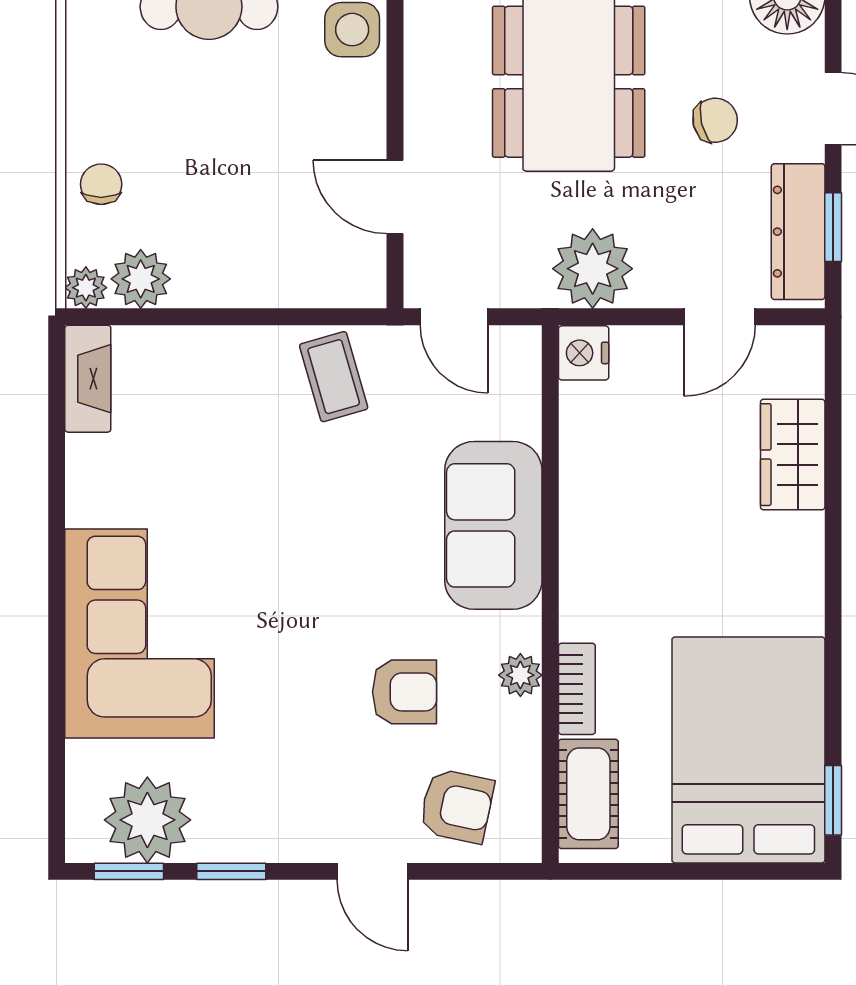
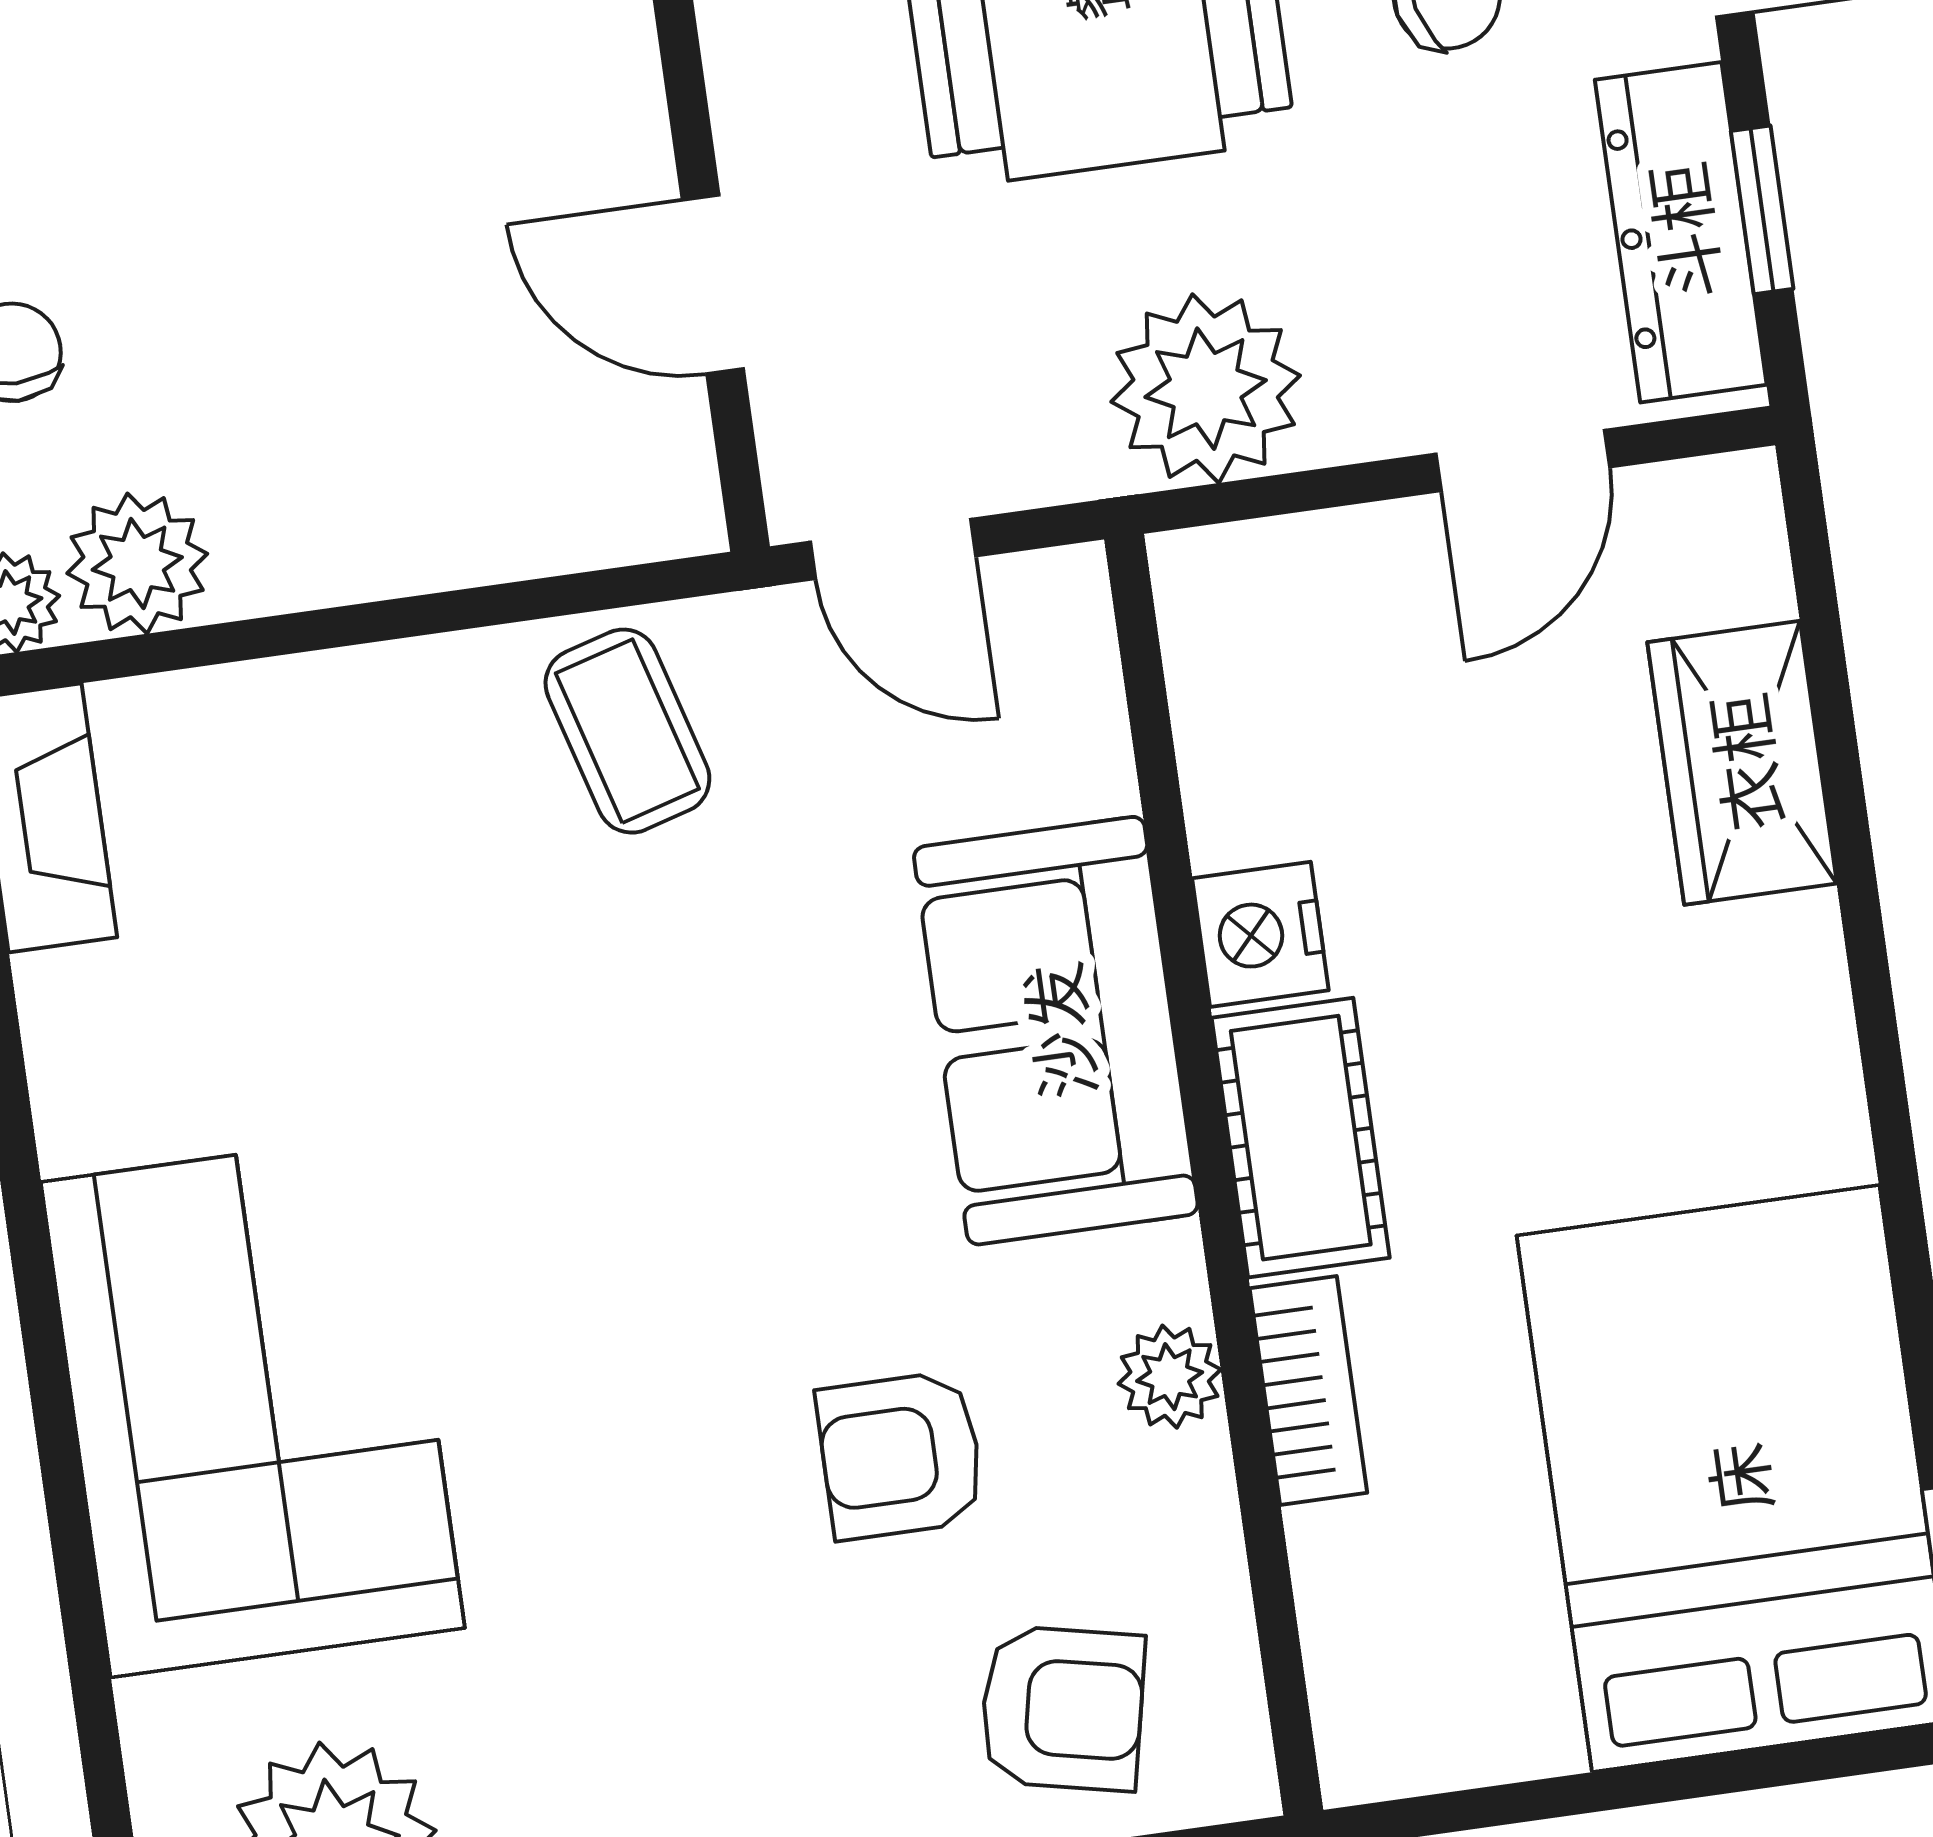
nightstand: (584, 353) -> (1260, 934), moved
armchair: (404, 692) -> (901, 1455), turned 180
cot: (588, 794) -> (1301, 1138), moved

